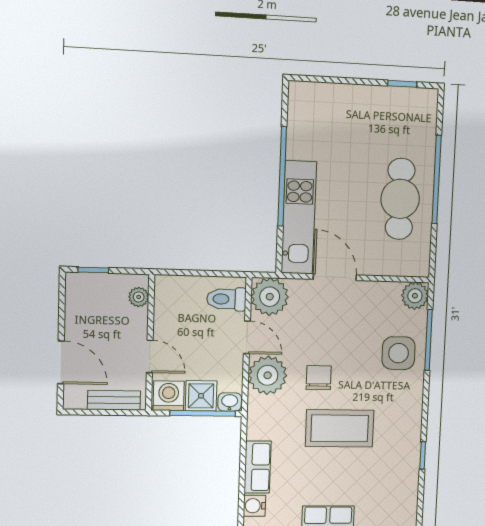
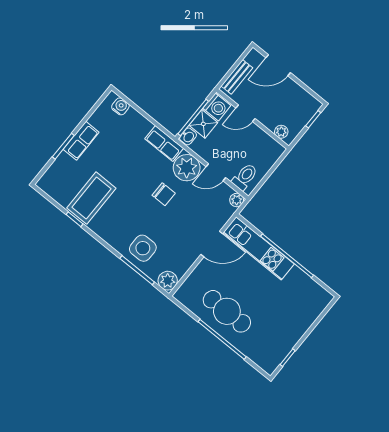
plant: (270, 297) -> (237, 200), width x0.53, depth x0.53
coffee table: (340, 428) -> (91, 198), moved
row of seats: (258, 467) -> (164, 144), moved

